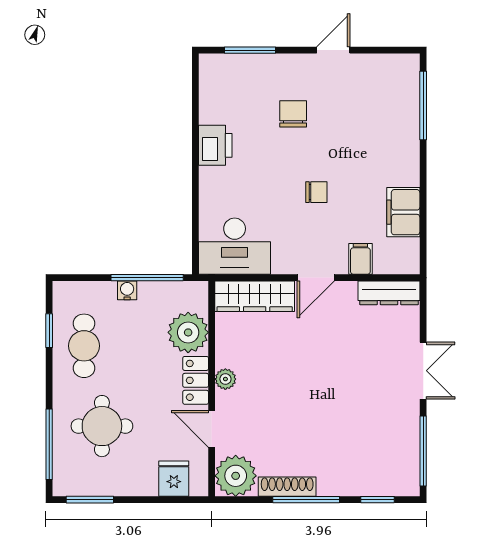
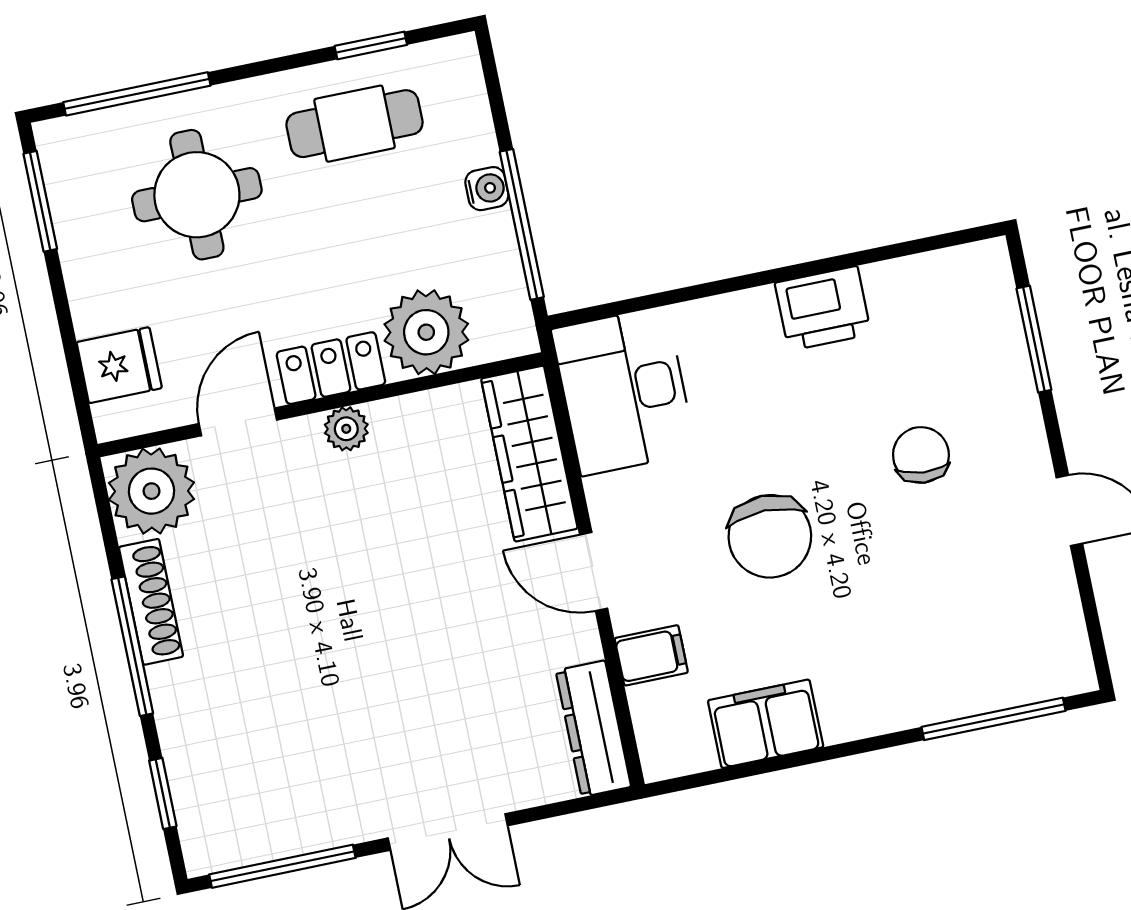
chair: (293, 114) -> (921, 455), turned -86
chair: (316, 192) -> (770, 536), width x1.87, depth x1.87

